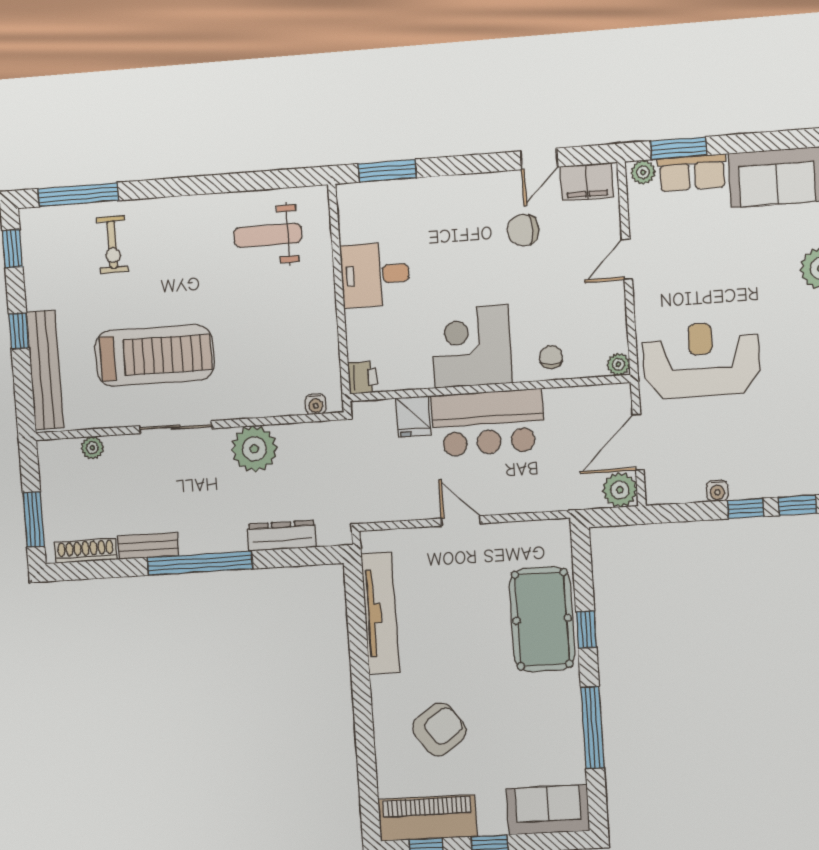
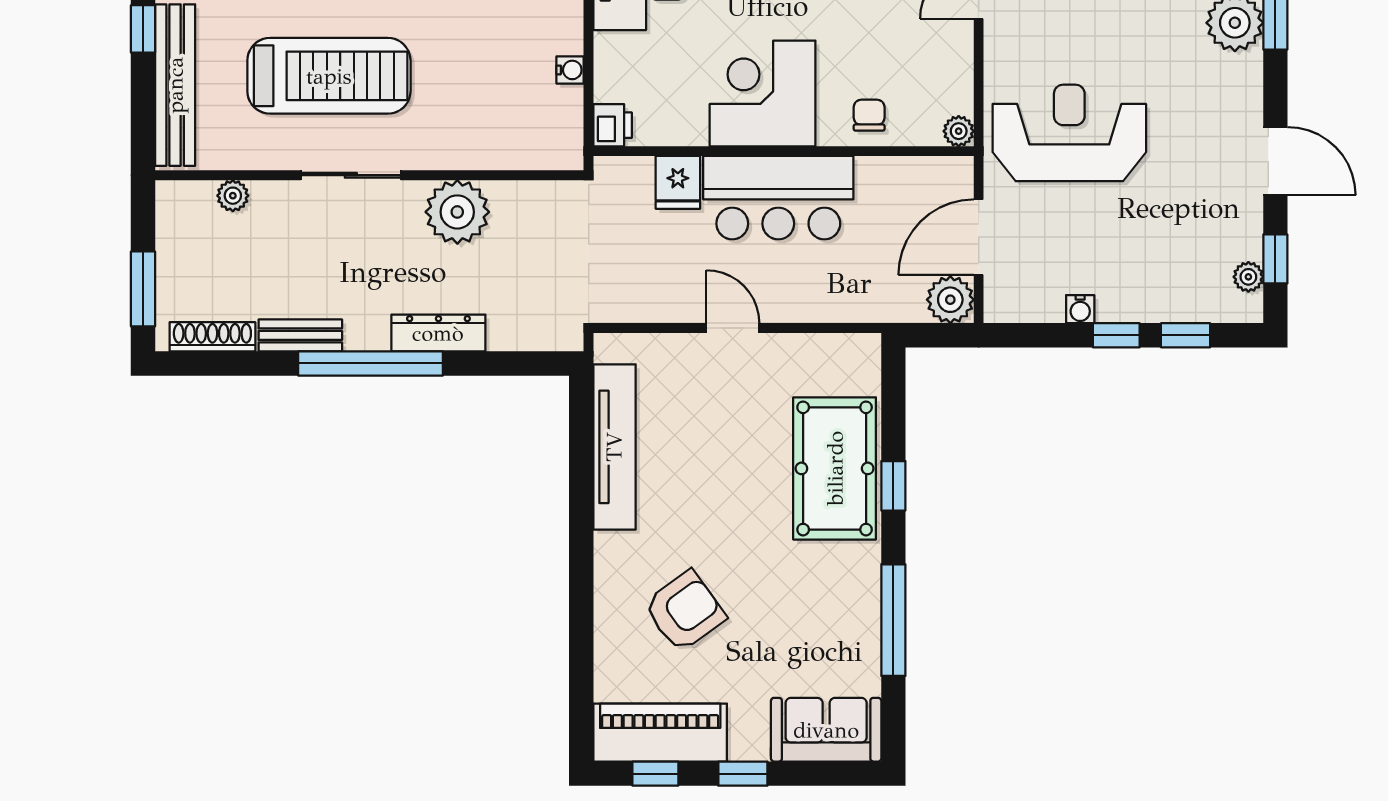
water cooler: (316, 404) -> (570, 70), moved, turned -90
dresser: (282, 536) -> (438, 333), moved

